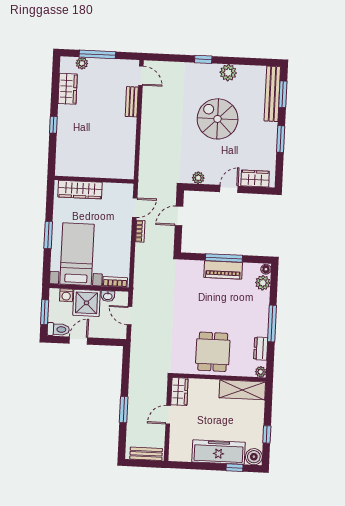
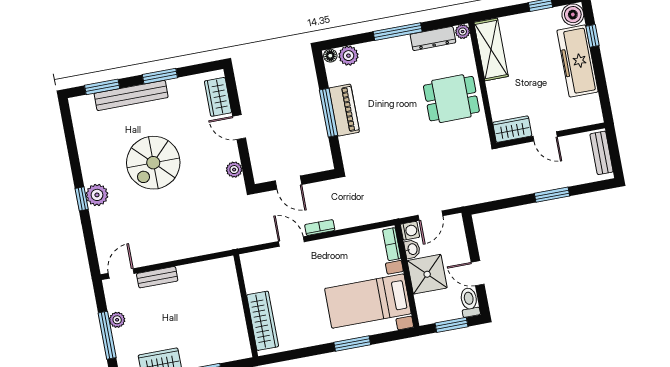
plant: (82, 63) -> (117, 320), moved
plant: (228, 73) -> (97, 195), moved
bench: (272, 94) -> (131, 95), moved
wall: (94, 180) -> (246, 306), moved
wardrobe: (80, 190) -> (263, 321), moved
washing machine: (66, 295) -> (410, 231), moved
dresser: (261, 349) -> (433, 38), width x1.44

